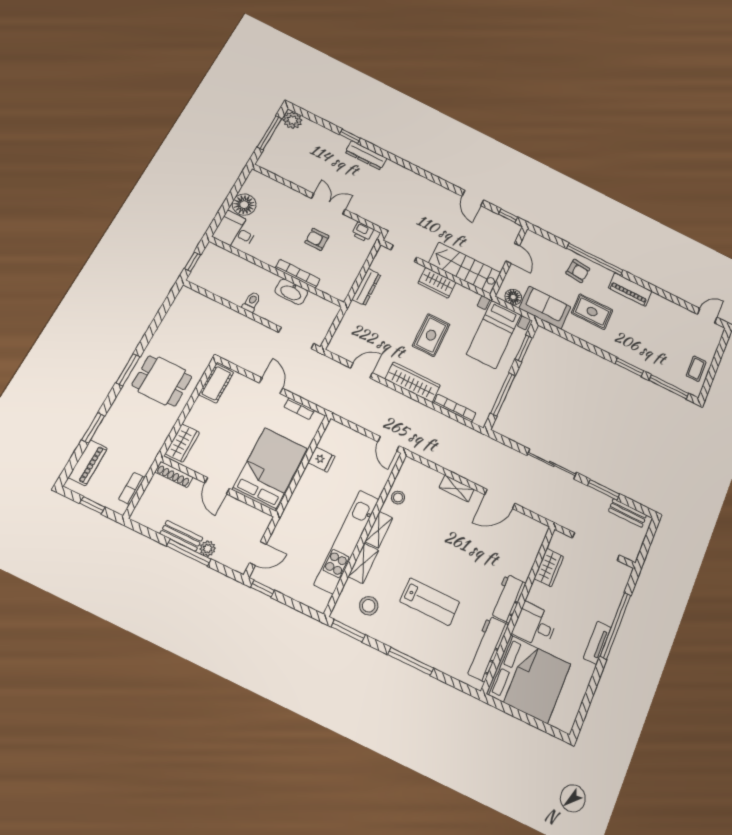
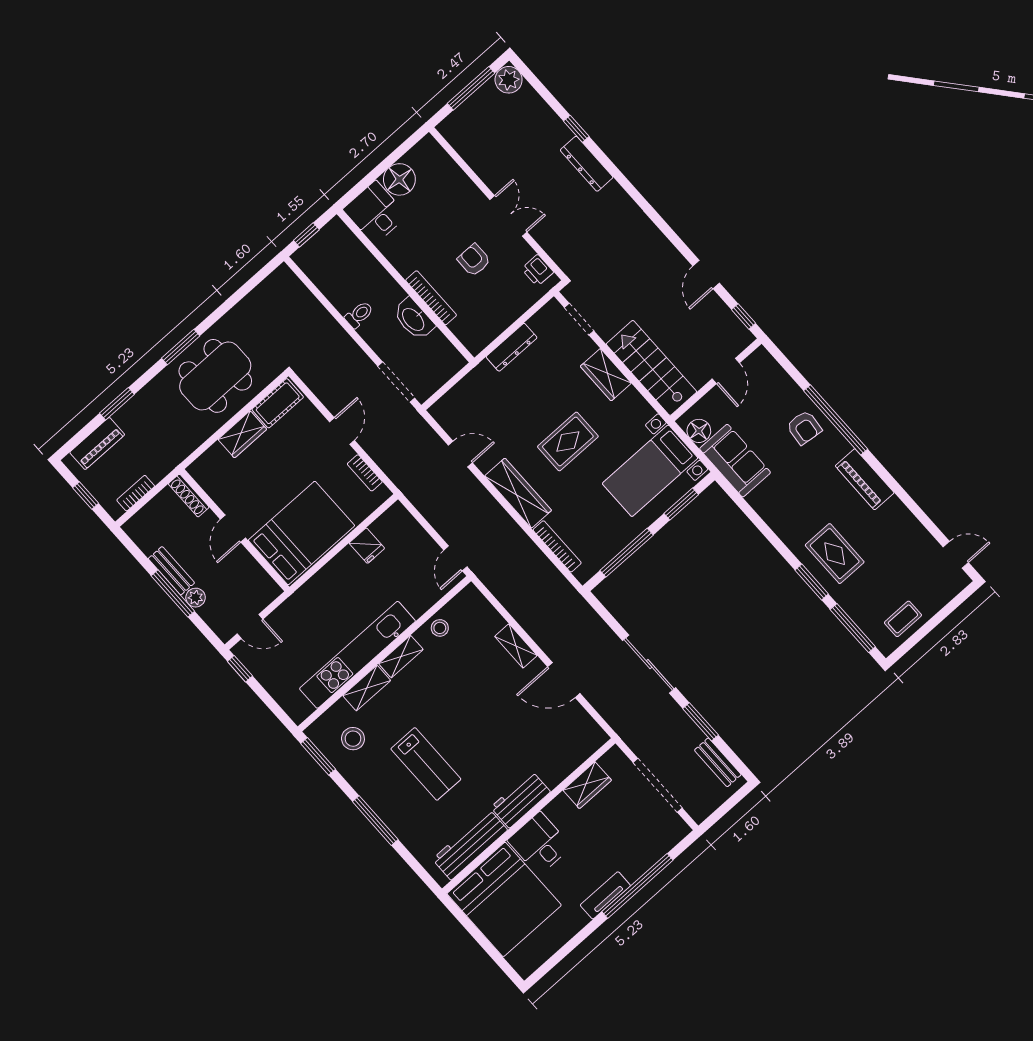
rug: (592, 312) -> (835, 554), moved
dining table: (162, 381) -> (215, 376), width x1.38
wardrobe: (182, 443) -> (242, 434), moved

